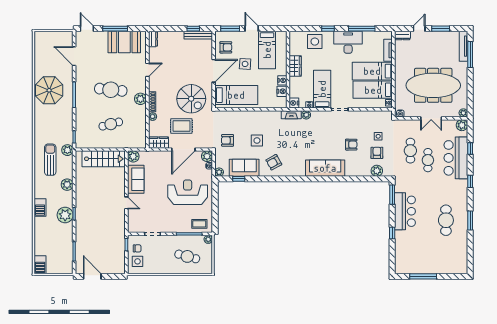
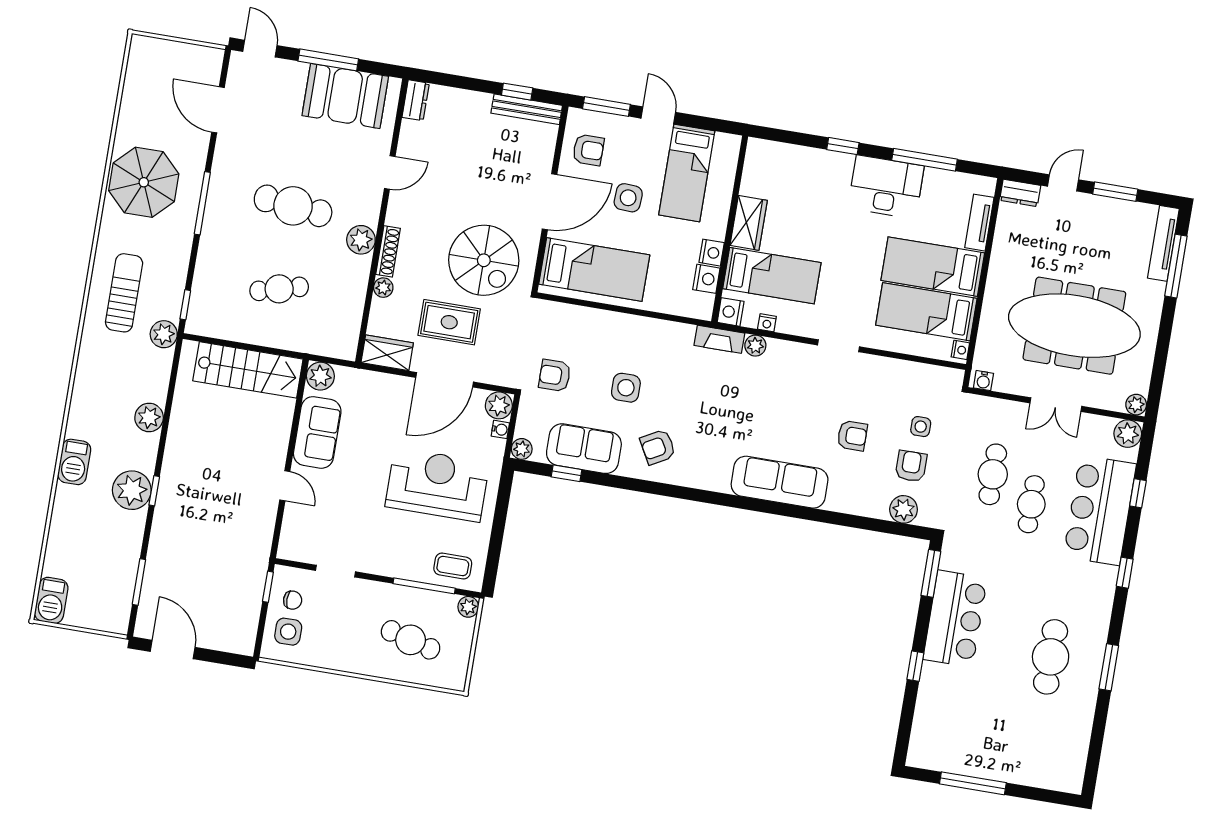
side table: (315, 42) -> (806, 172), removed
bed: (322, 89) -> (772, 276), moved, turned 90
sun lounger: (50, 160) -> (124, 293), moved

